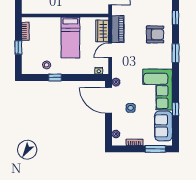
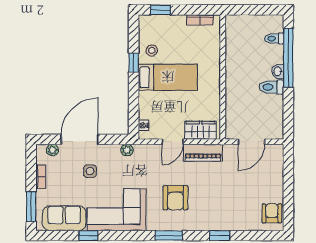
armchair: (155, 34) -> (175, 198), moved
bed: (70, 38) -> (168, 77), moved, turned 180
window: (18, 47) -> (160, 10), moved
door: (110, 50) -> (173, 142), swing flipped
door: (108, 100) -> (80, 139), moved

